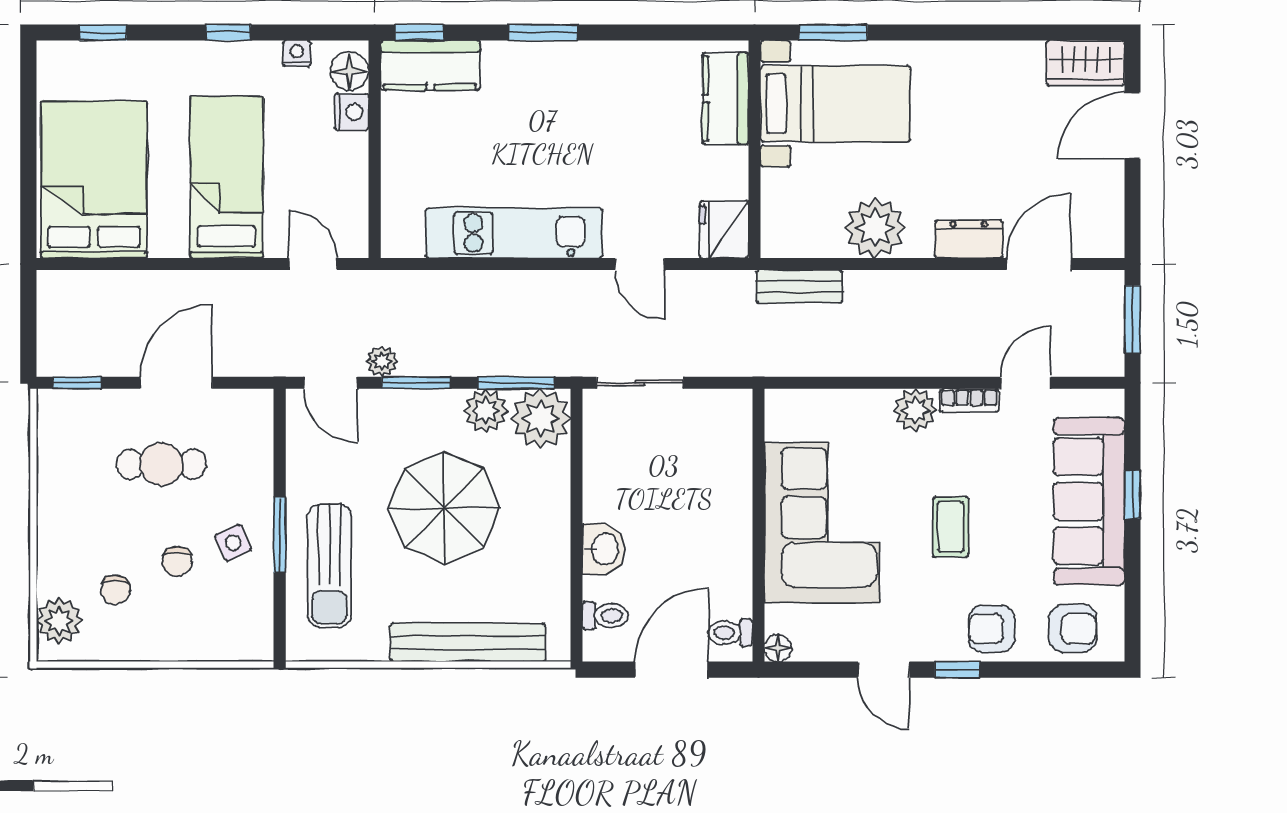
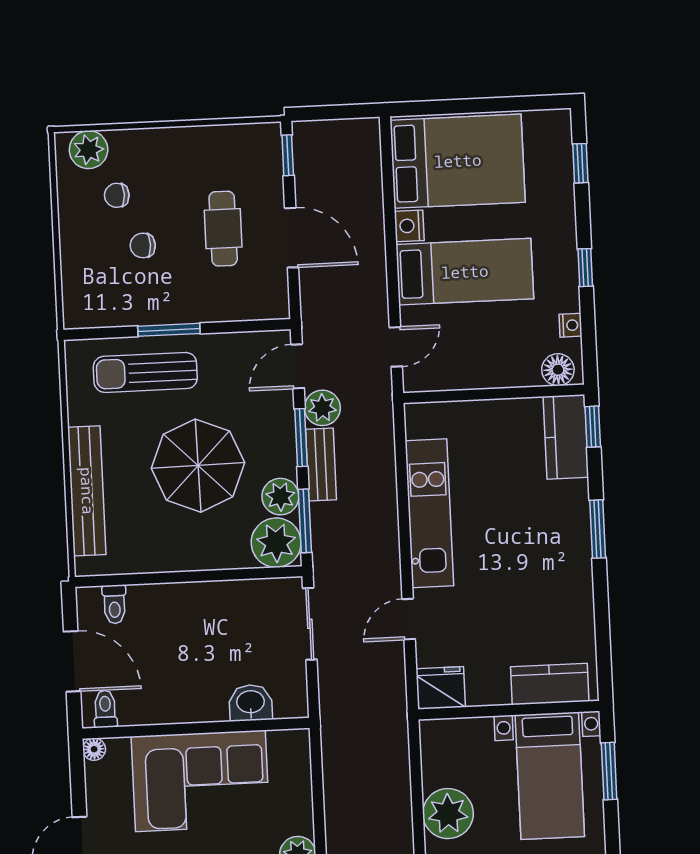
nightstand: (352, 112) -> (409, 226), moved, turned 90
bench: (799, 286) -> (321, 465), moved
plant: (382, 361) -> (322, 408), width x1.38, depth x1.38
side table: (233, 543) -> (161, 291), removed
washbasin: (604, 549) -> (251, 703), moved, turned 180

